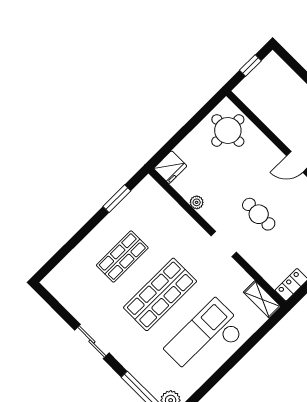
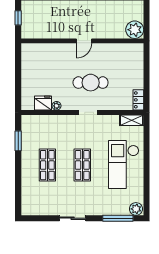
round table: (228, 130) -> (38, 58), removed
fridge: (170, 167) -> (43, 103), moved, turned -90
cafe table: (259, 214) -> (91, 83), width x1.37, depth x1.35
shop shelf: (160, 294) -> (82, 165), width x0.70, depth x0.74

